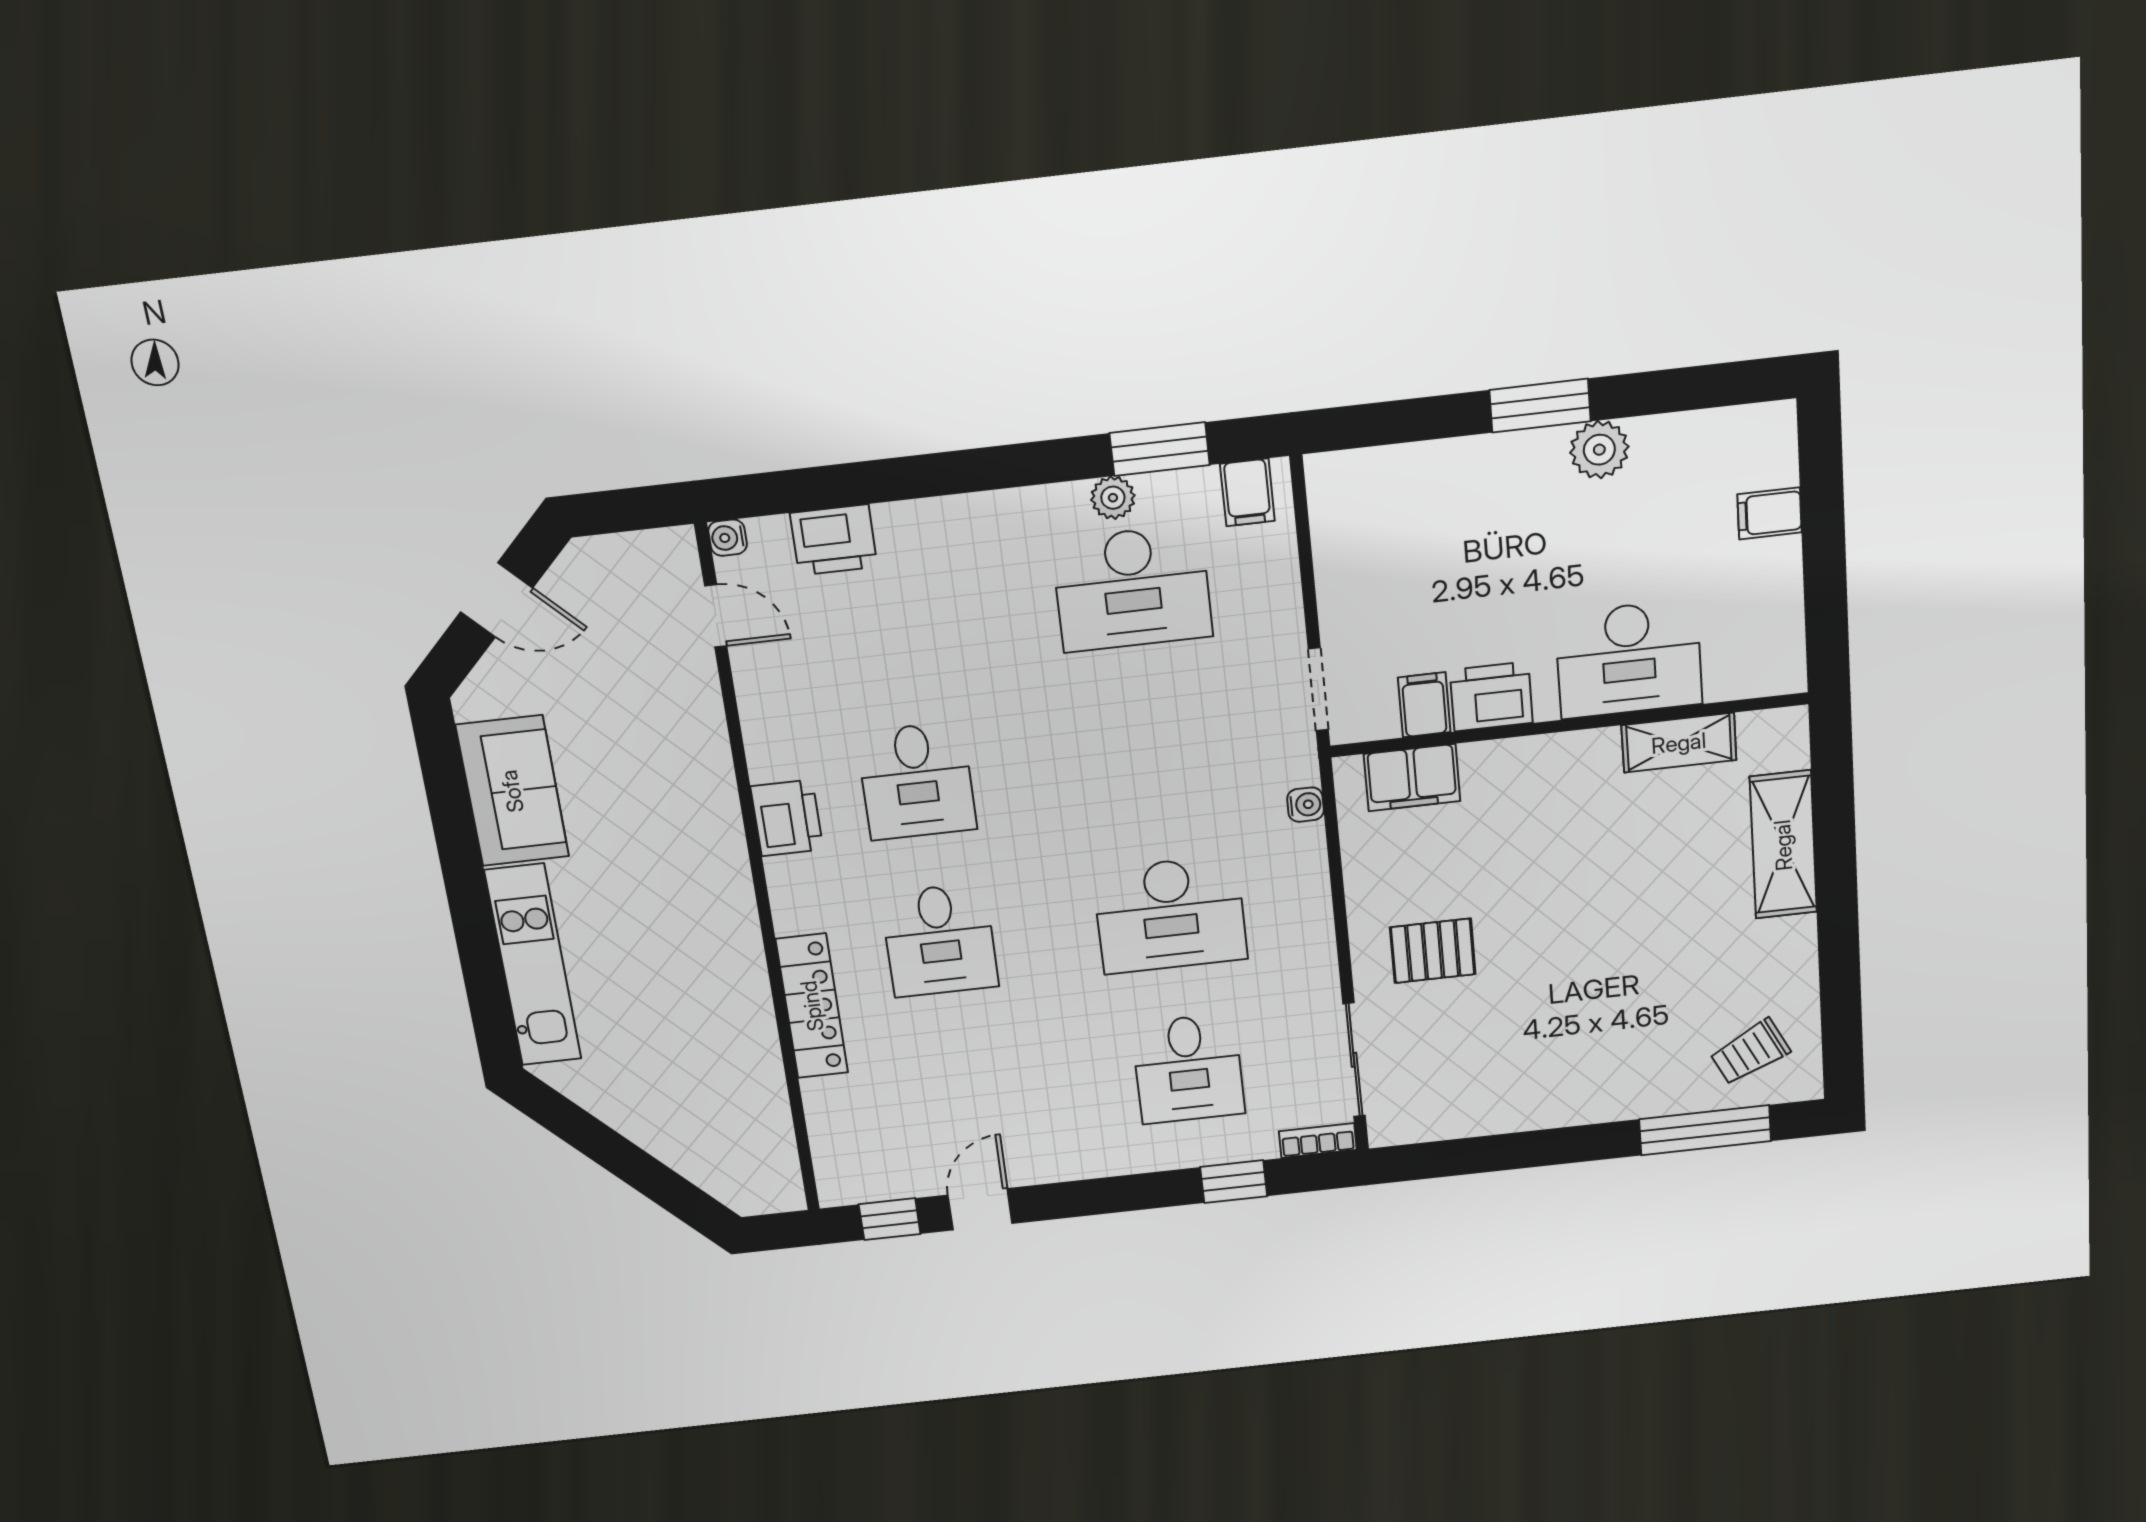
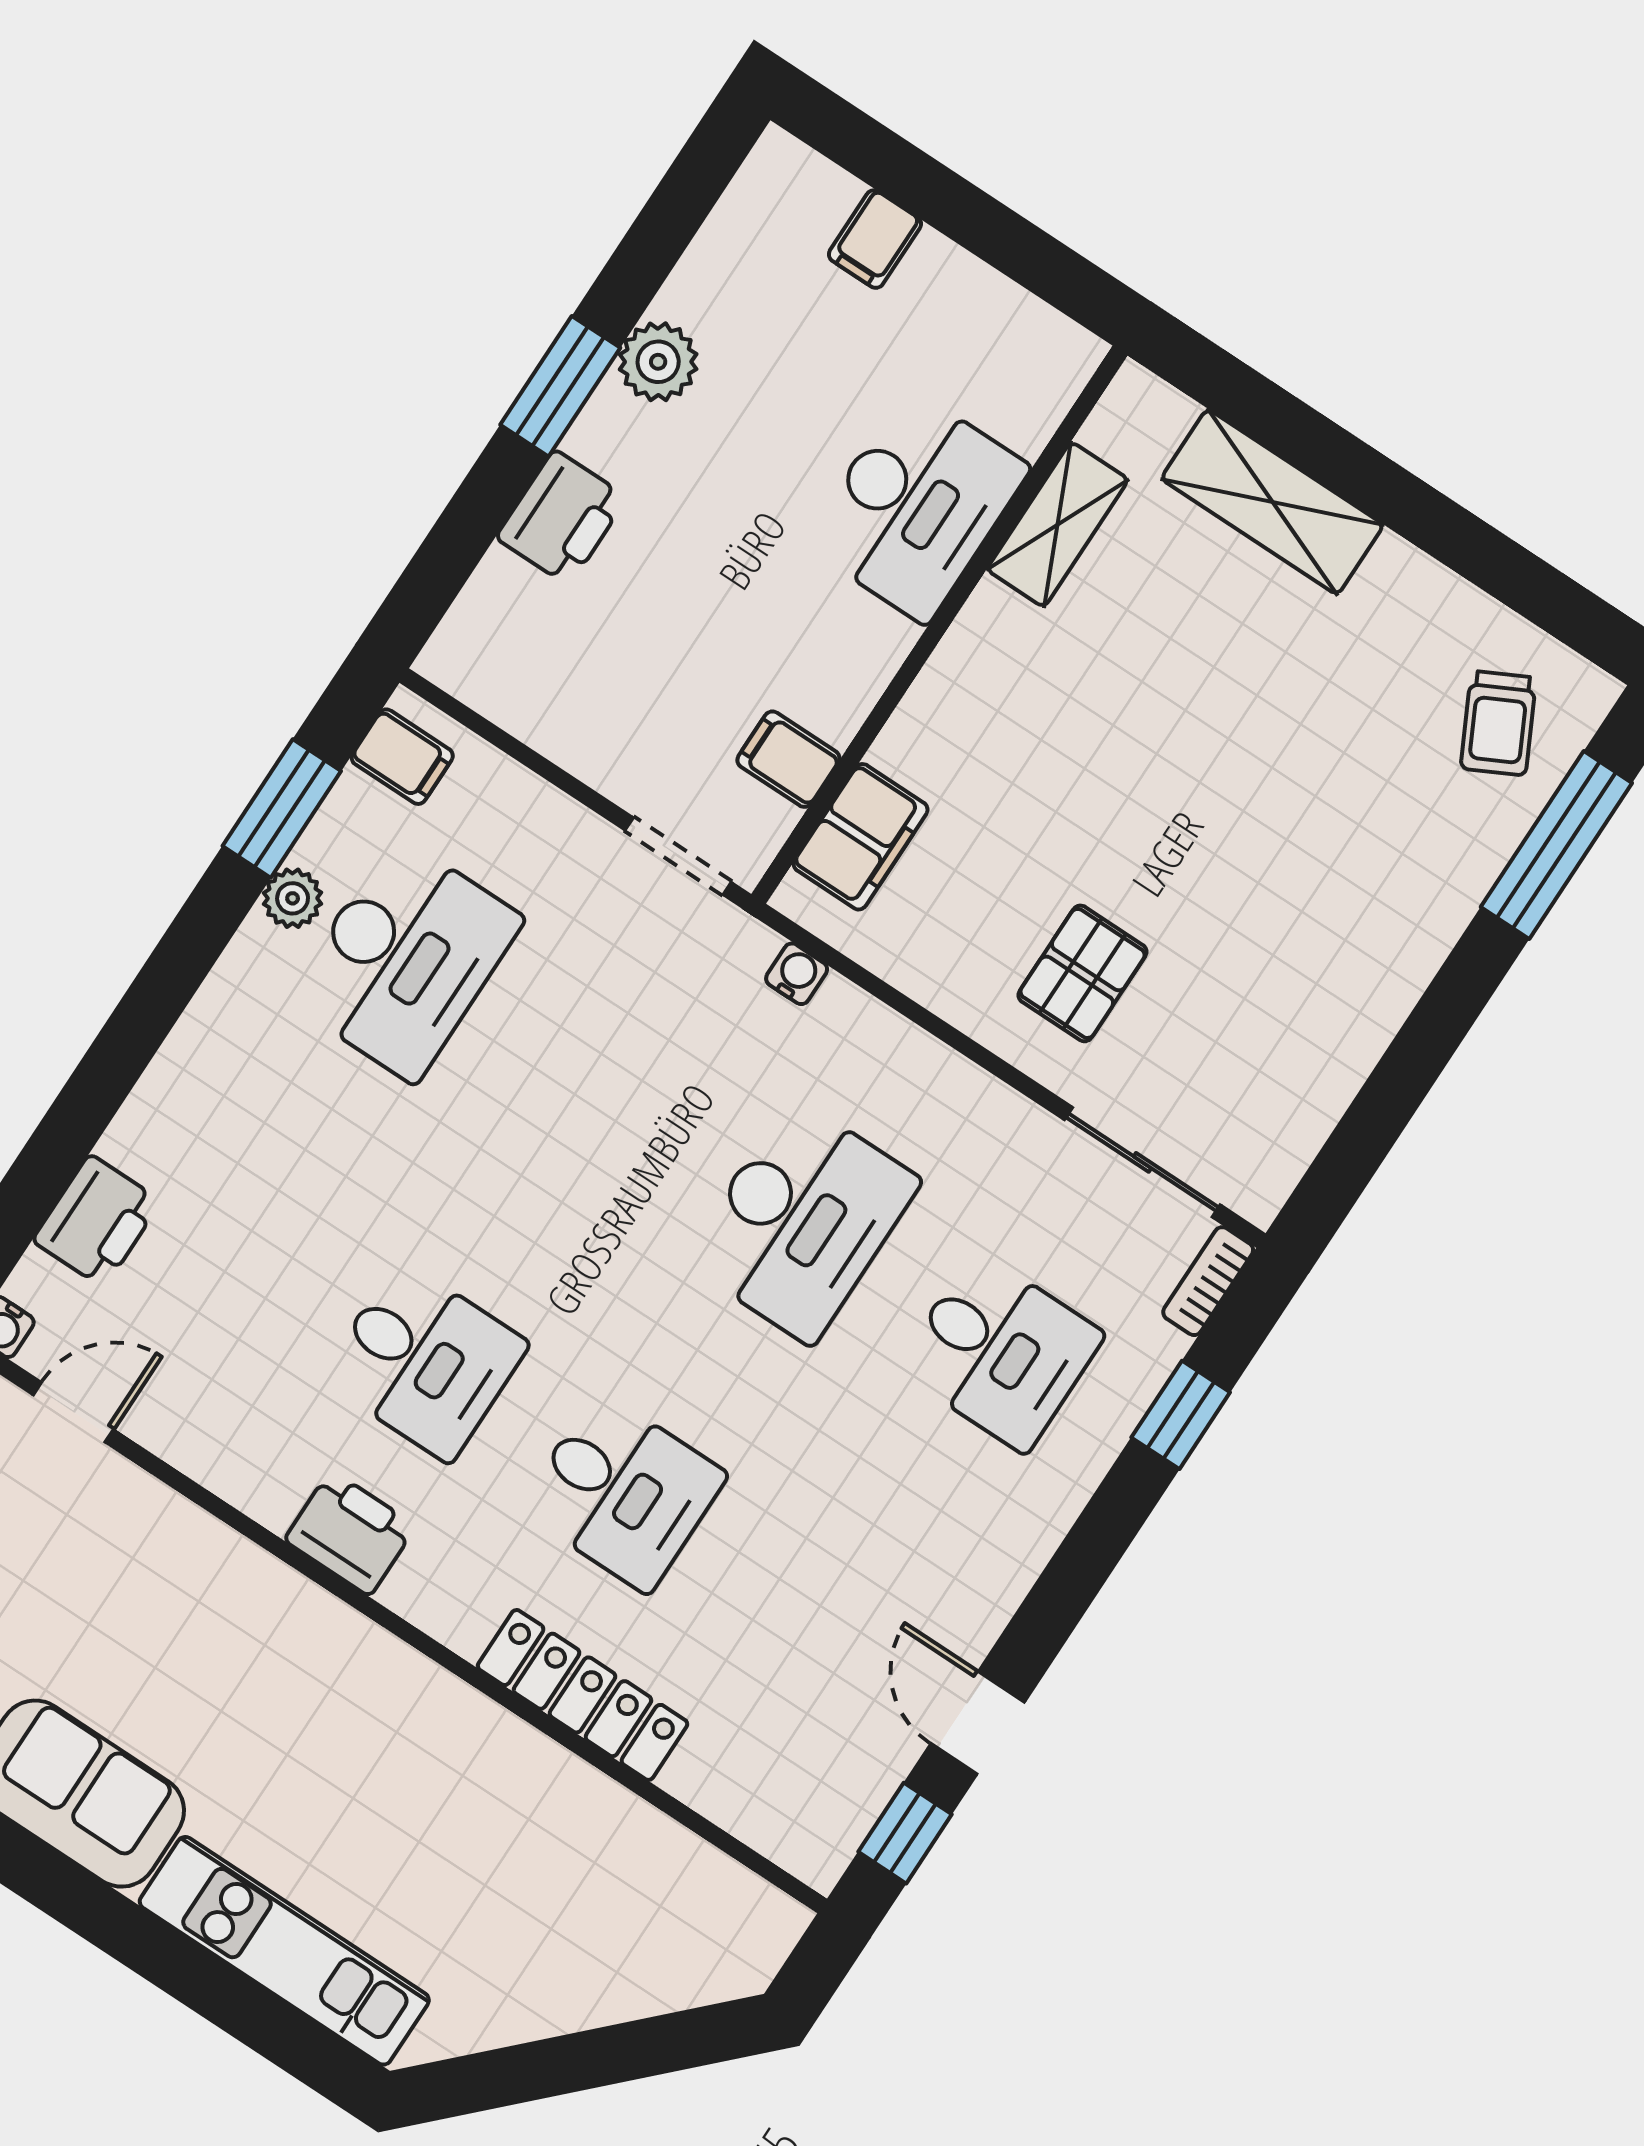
printer: (1491, 697) -> (562, 518), moved, turned 180

